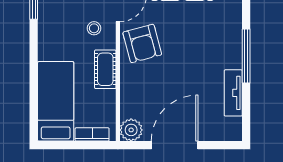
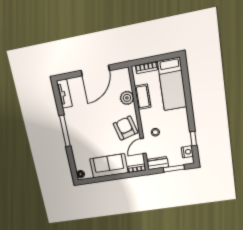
cot: (105, 69) -> (143, 97), moved
tv unit: (233, 93) -> (64, 94), moved
plant: (131, 130) -> (127, 98), moved

